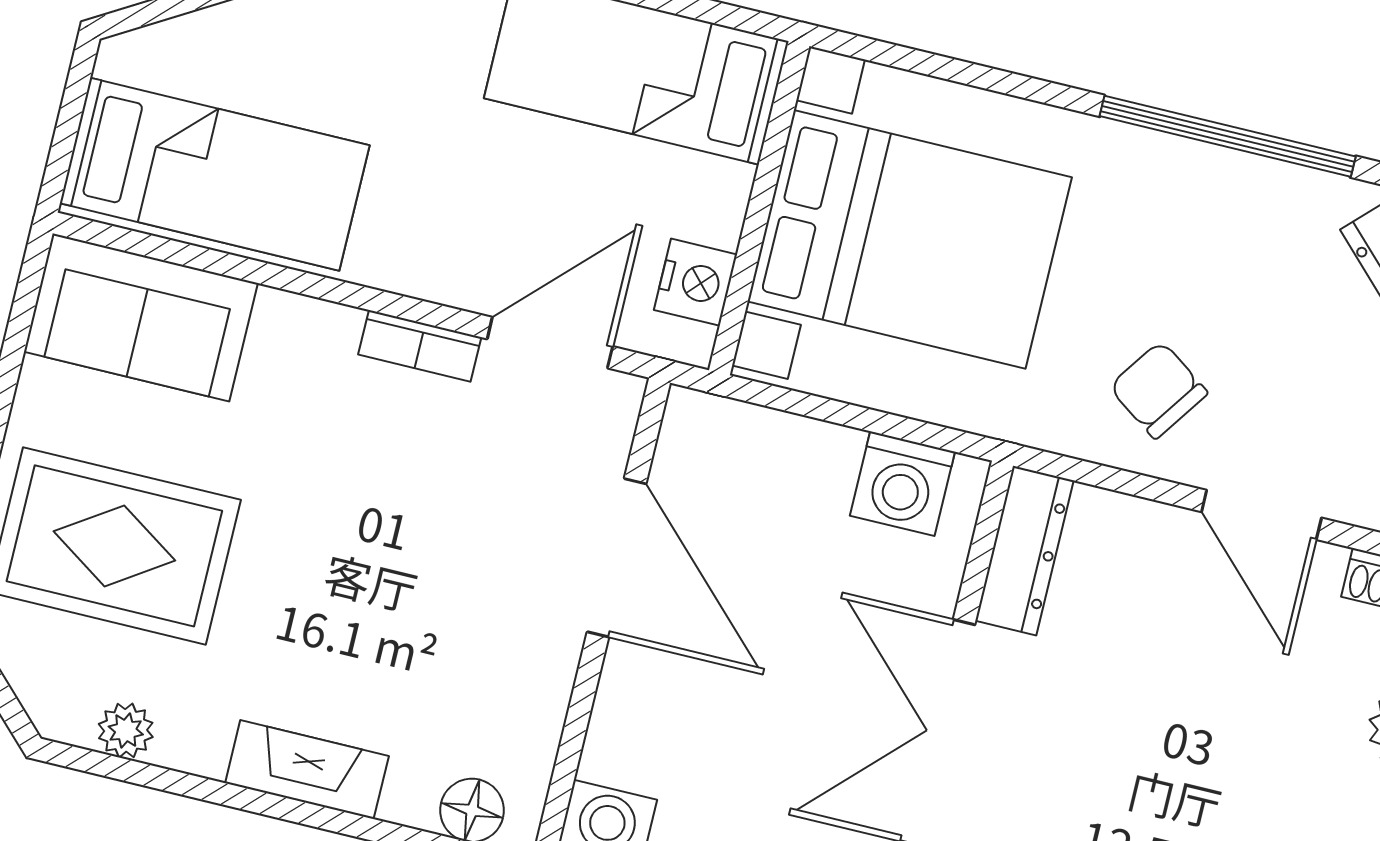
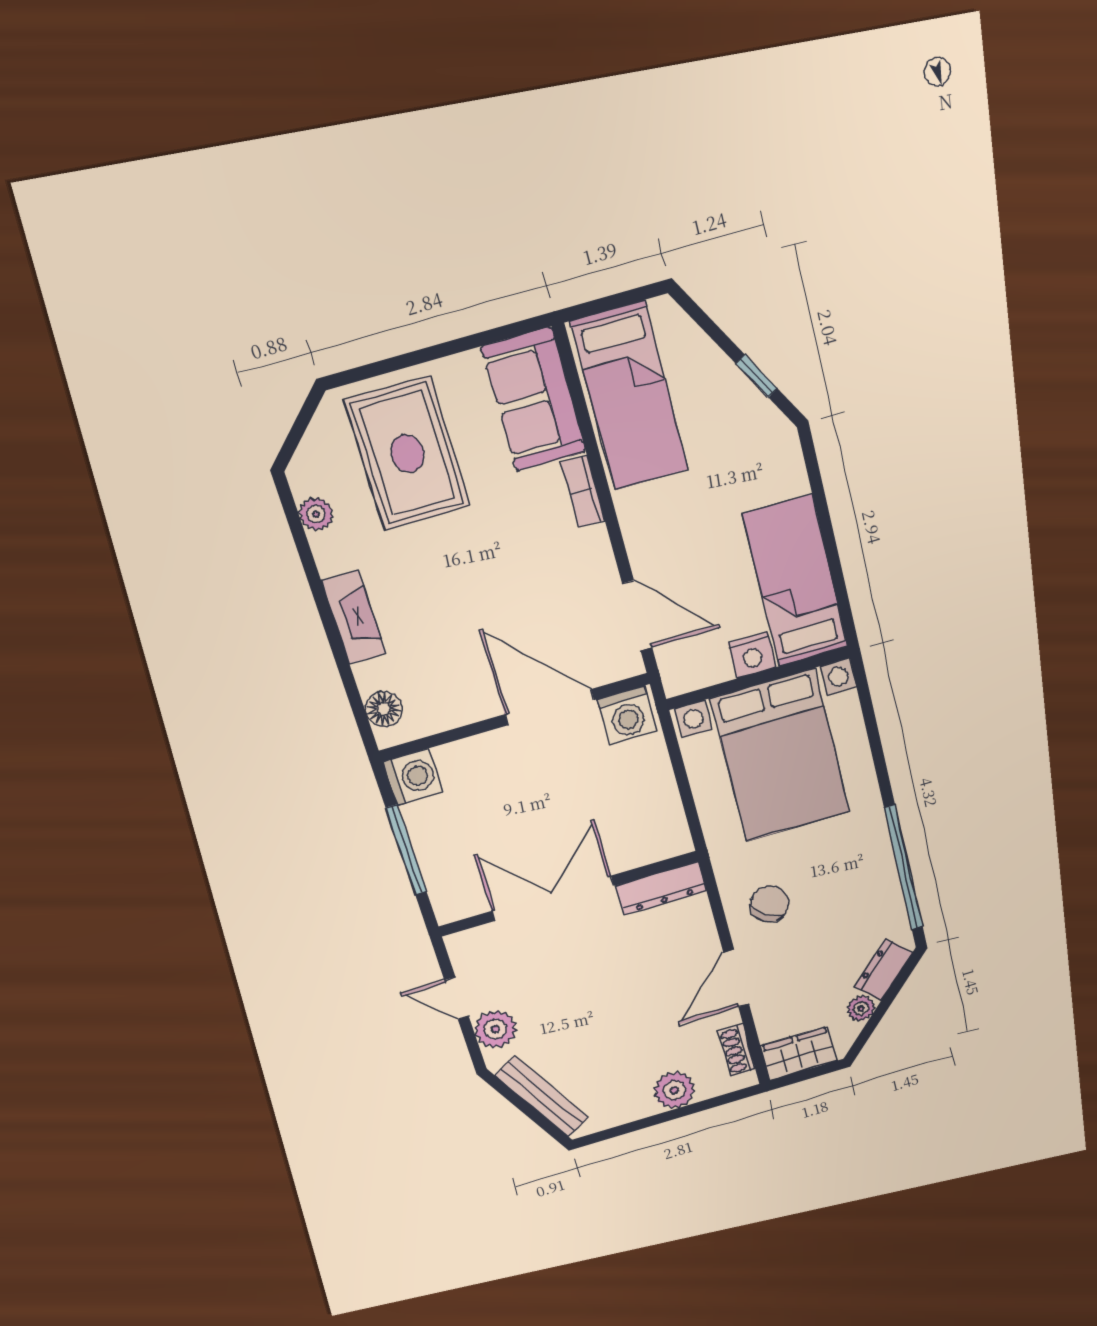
nightstand: (696, 282) -> (752, 655), moved
bookcase: (420, 346) -> (583, 491), moved
washing machine: (902, 484) -> (627, 715), moved, turned -90
door: (617, 558) -> (550, 707), swing flipped

